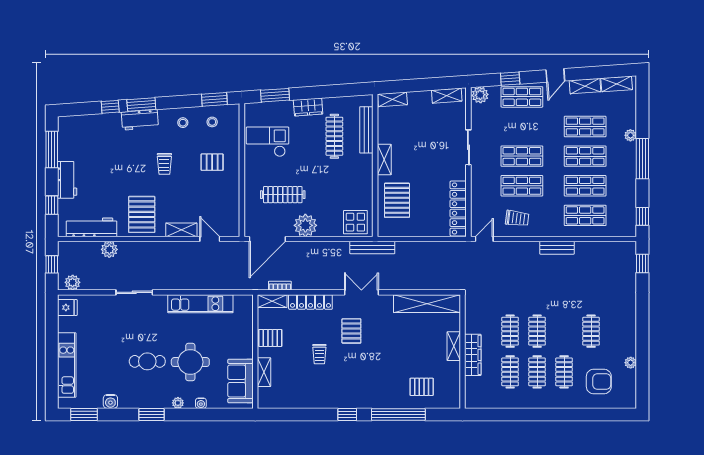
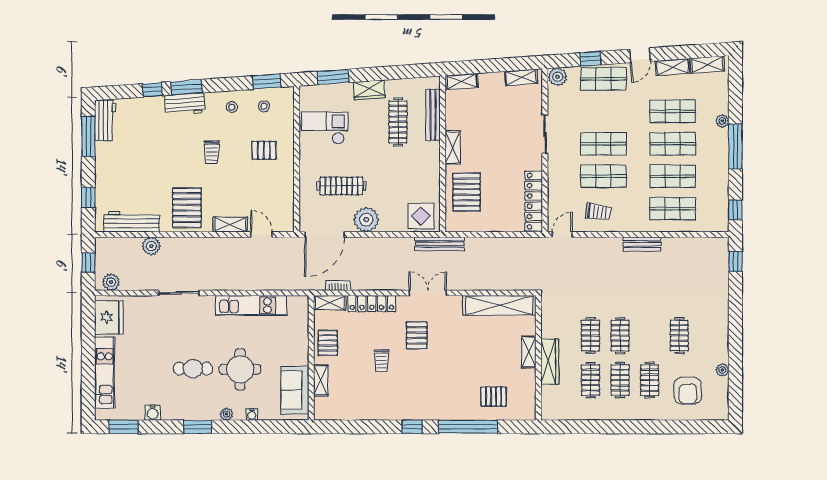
workbench: (67, 180) -> (105, 121), moved
fridge: (67, 307) -> (109, 317), width x1.88, depth x1.34
pallet: (270, 338) -> (328, 343), turned 90
armchair: (599, 381) -> (688, 391), turned 88

